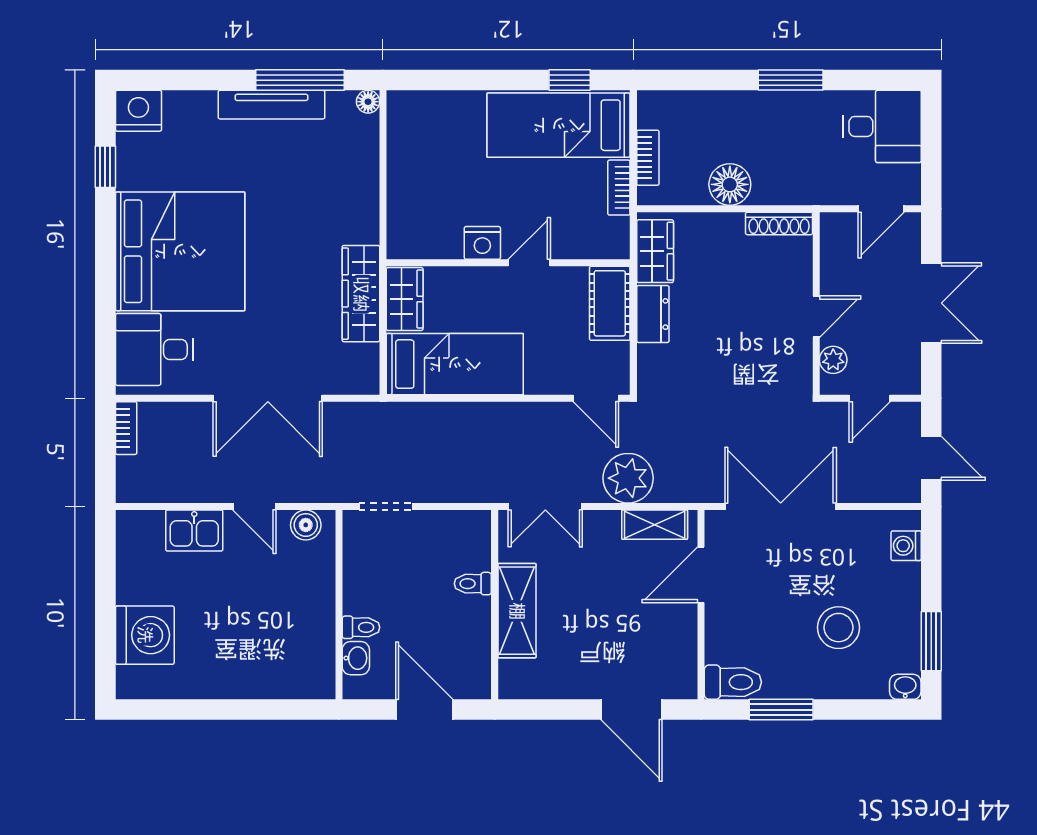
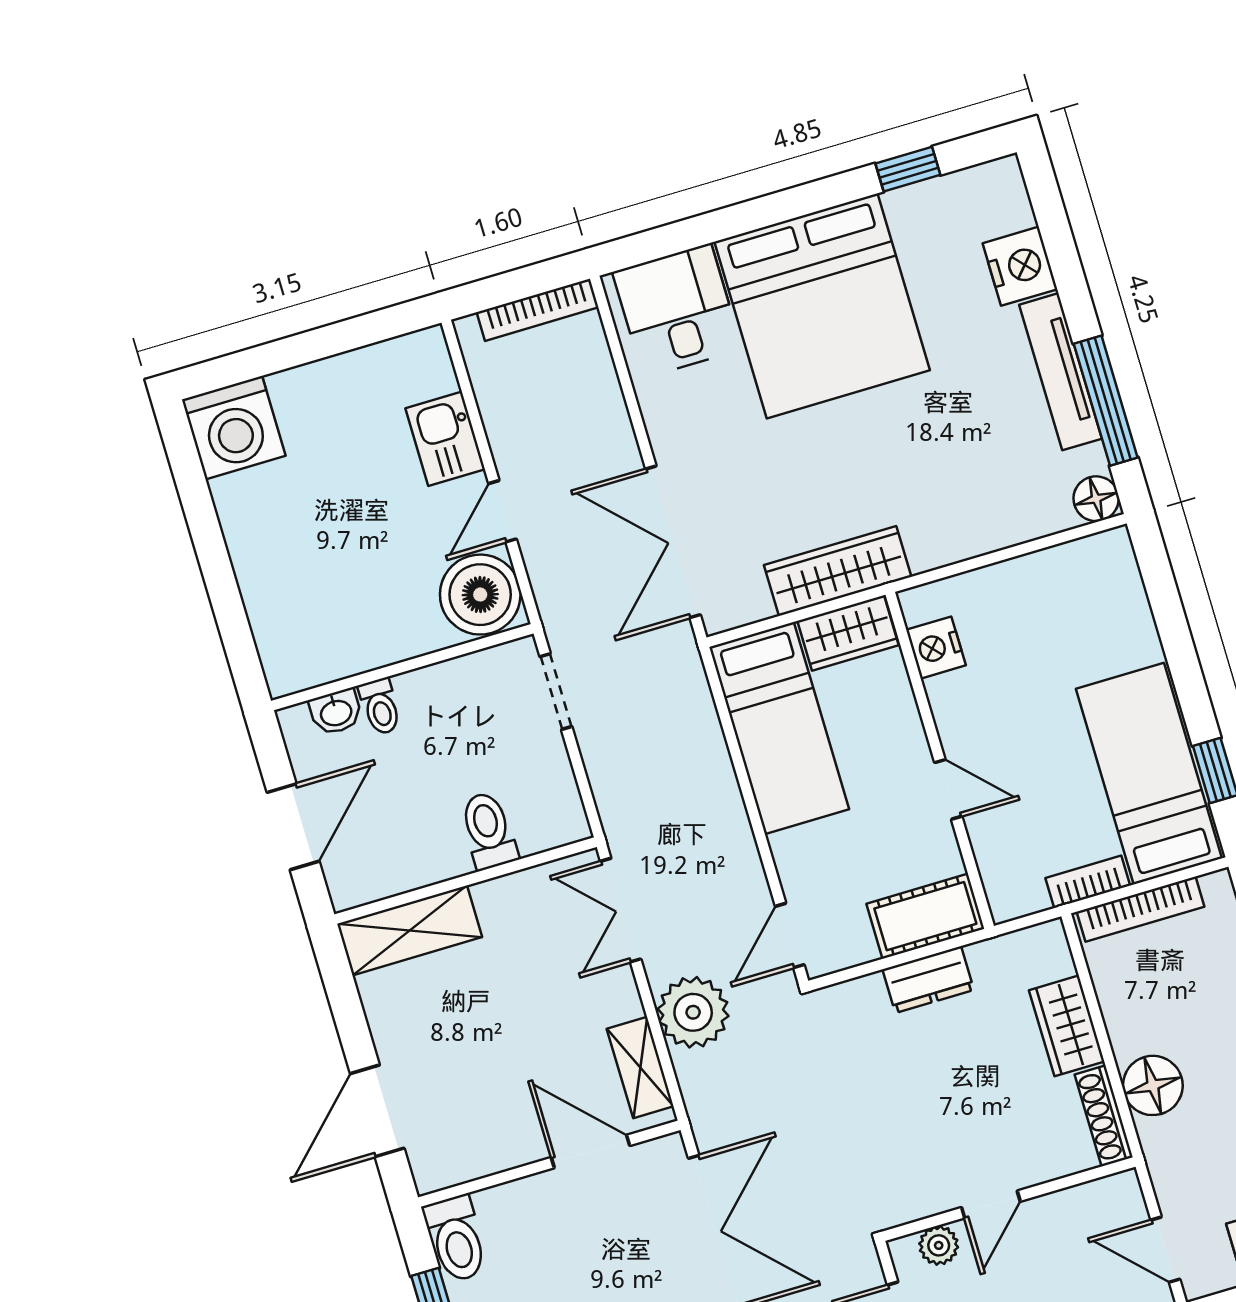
floor lamp: (368, 102) -> (1096, 499), width x1.37, depth x1.37
nightstand: (138, 111) -> (1020, 266), moved
bookcase: (648, 158) -> (1140, 909), width x1.56
floor lamp: (730, 184) -> (1153, 1085), moved
nightstand: (482, 243) -> (936, 648), moved
wardrobe: (655, 251) -> (1067, 1026), moved, turned 90
door: (816, 317) -> (991, 1204), hinge flipped
double door: (268, 398) -> (673, 542), moved
bookcase: (126, 428) -> (538, 310), width x1.56
boiler: (306, 525) -> (480, 595), width x1.86, depth x1.86
toilet: (473, 584) -> (488, 831), width x1.37, depth x1.39
shelving: (517, 611) -> (410, 930), moved
washing machine: (145, 635) -> (234, 428), moved

